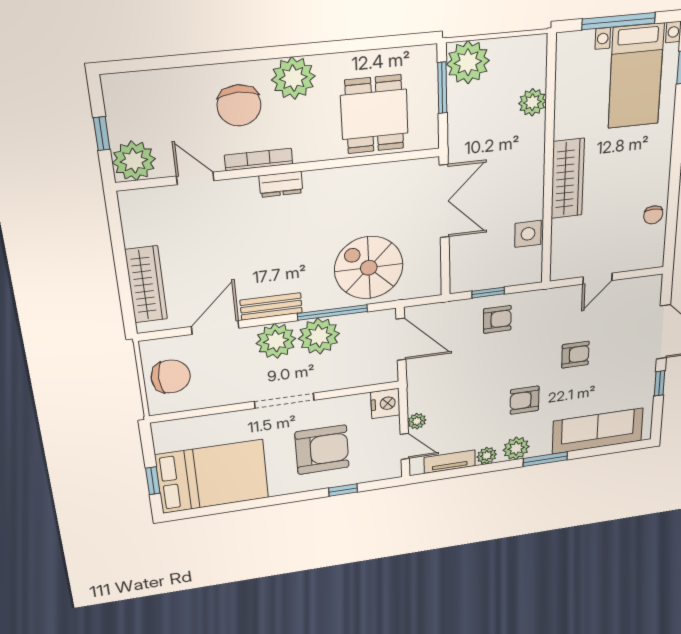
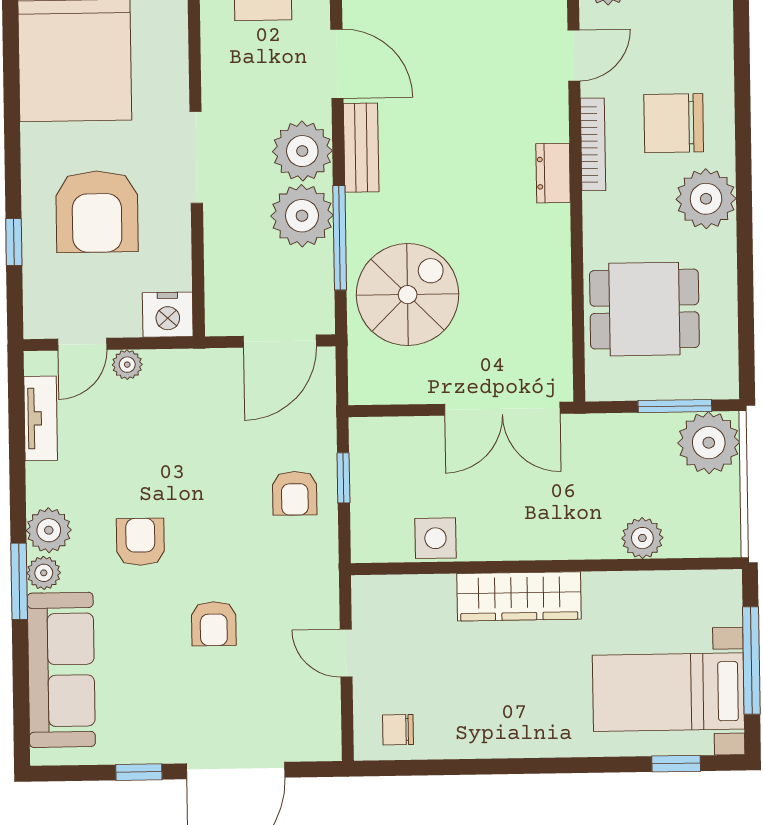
chair: (653, 215) -> (398, 730), moved
plant: (487, 456) -> (44, 573), moved

